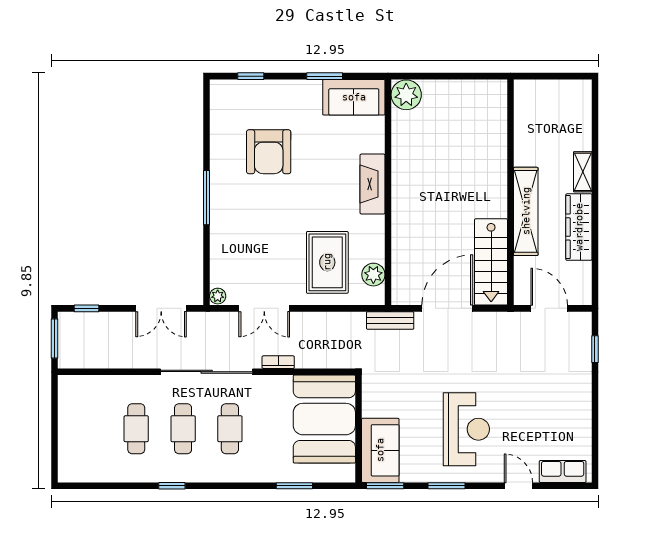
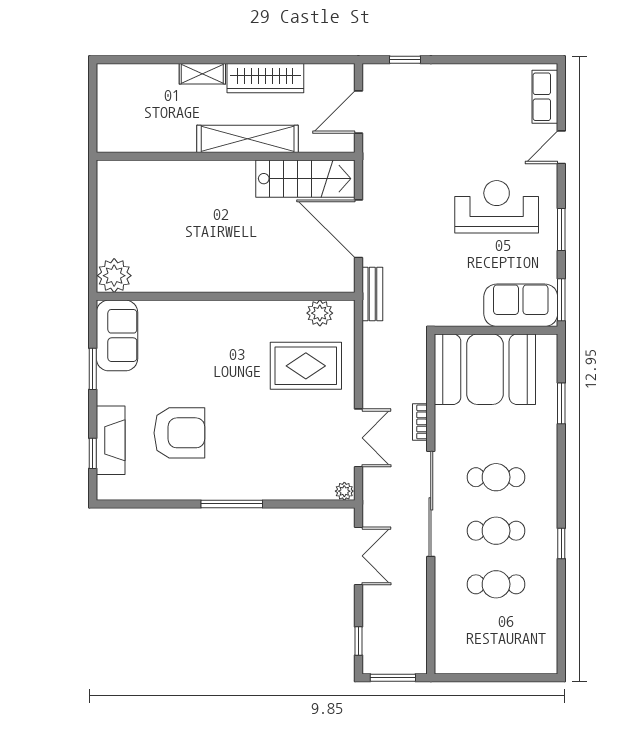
fireplace: (373, 184) -> (111, 440), moved, turned -90

